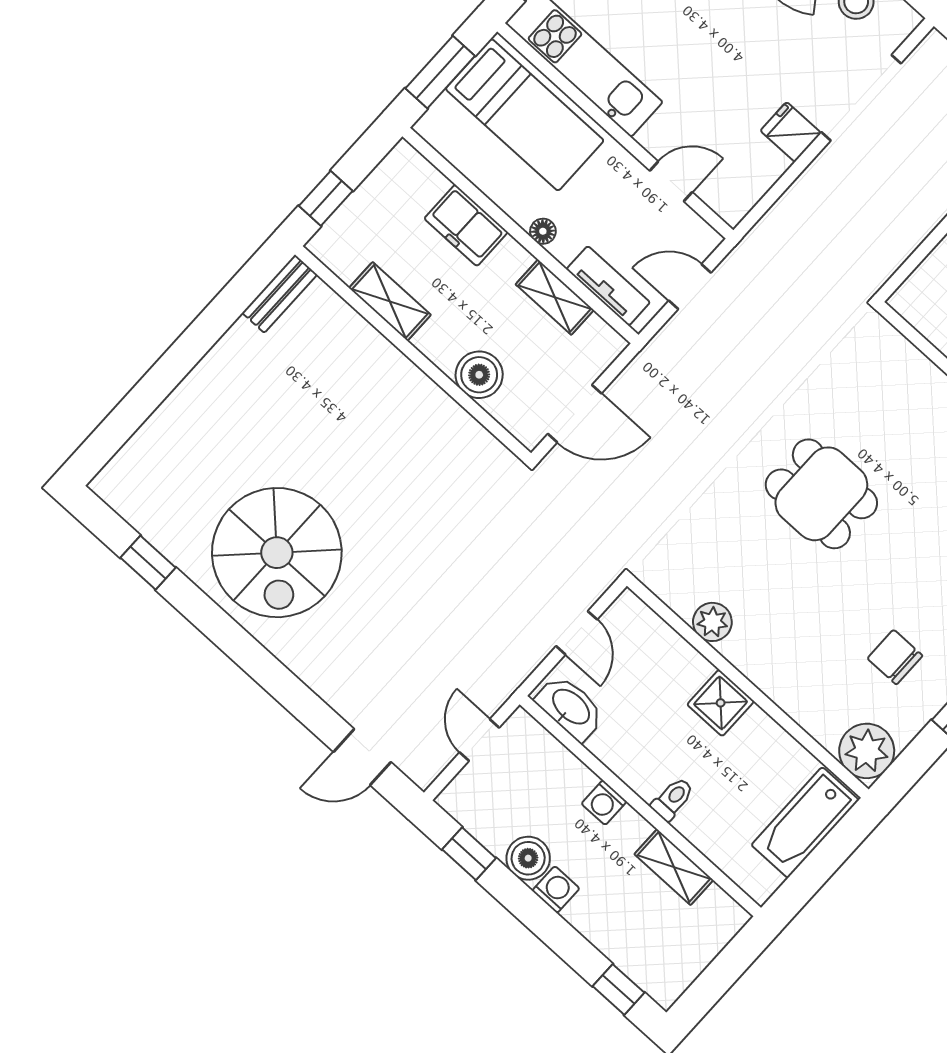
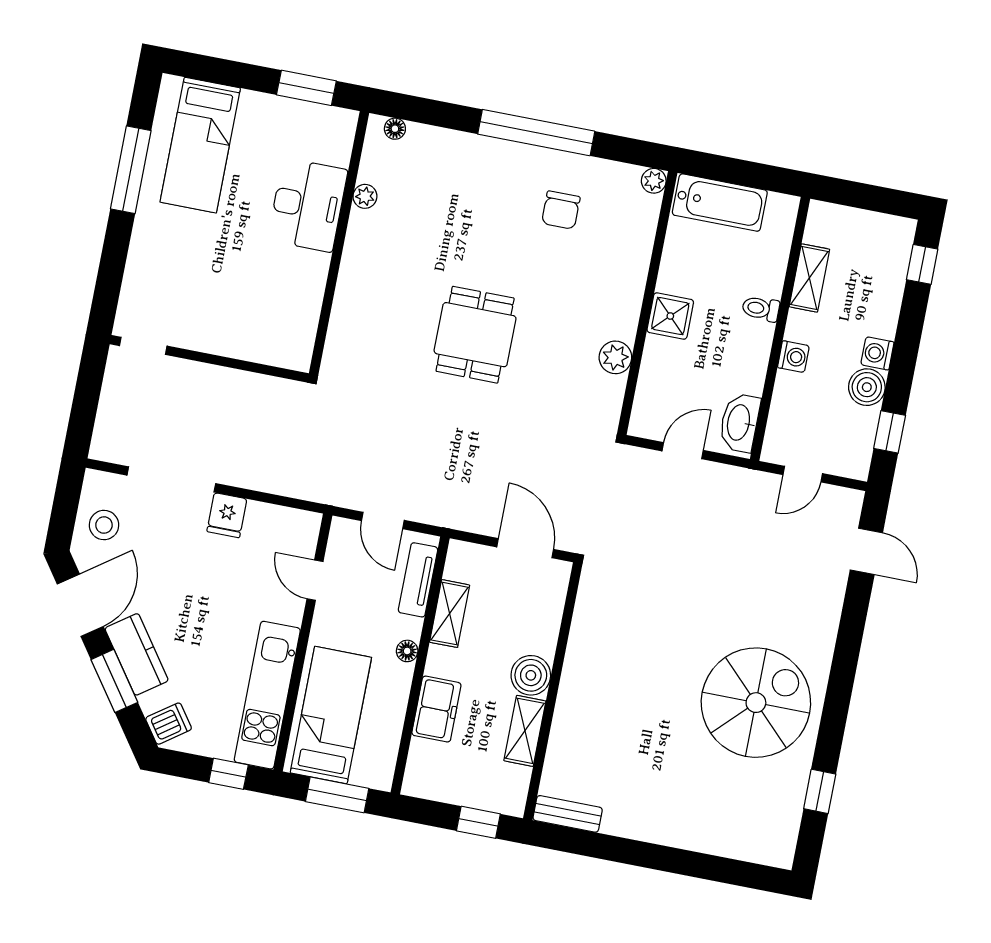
boiler: (479, 375) -> (531, 675), moved
plant: (867, 751) -> (654, 181), width x0.53, depth x0.53

